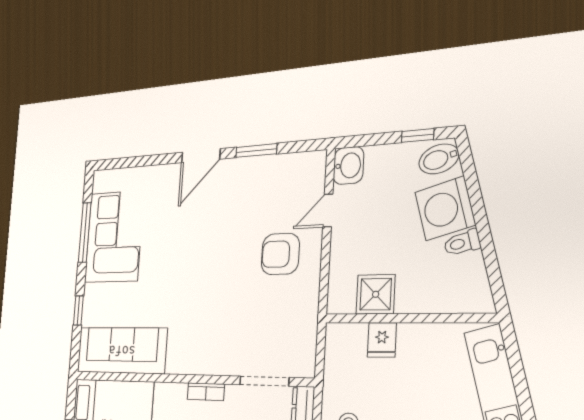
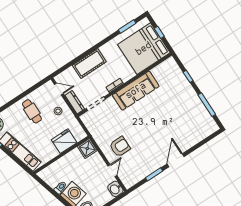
corner sofa: (114, 237) -> (192, 111), removed
shower: (376, 294) -> (87, 148), moved
fridge: (382, 340) -> (64, 141), width x1.88, depth x1.34
sofa: (122, 350) -> (136, 91), moved

